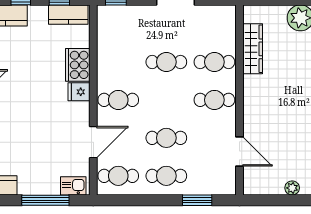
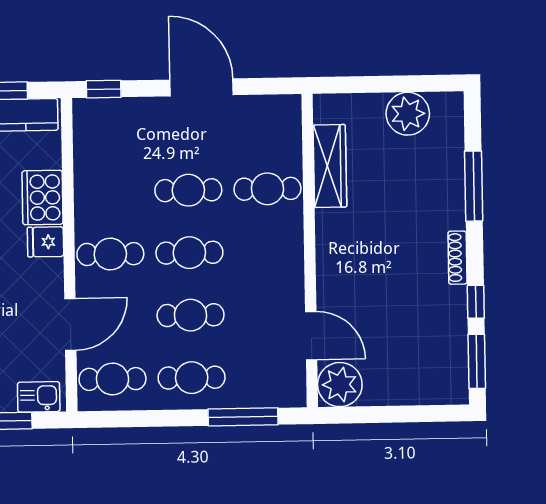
cafe table: (214, 100) -> (189, 253), moved
plant: (292, 188) -> (340, 385), moved, width x1.88, depth x1.88
window: (197, 200) -> (243, 417), width x1.44

